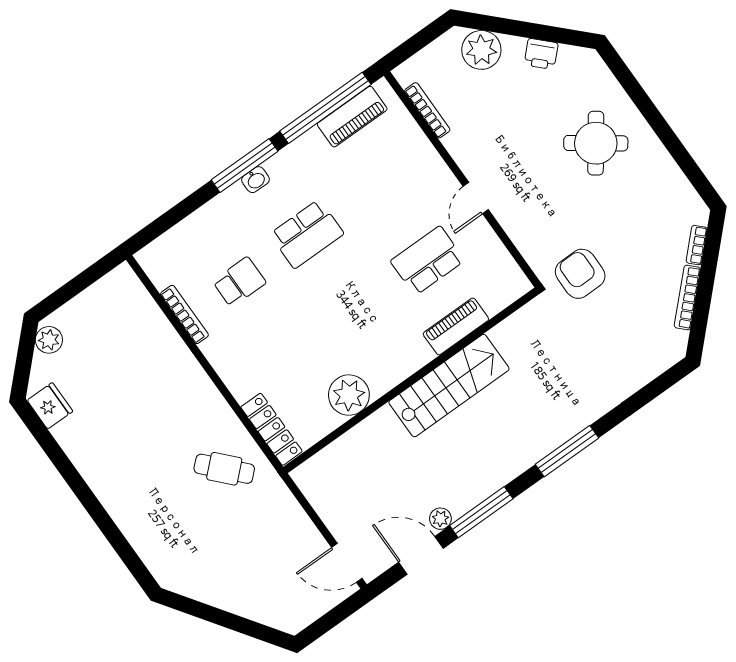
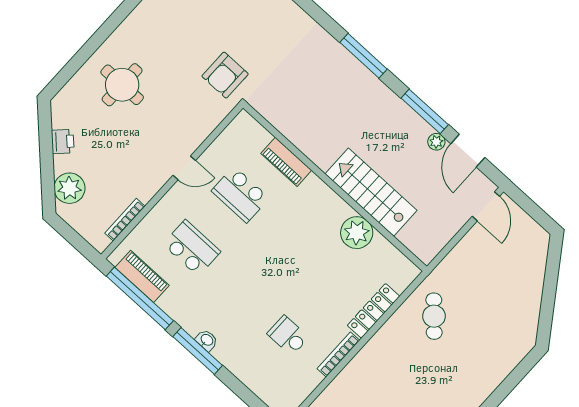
round table: (596, 143) -> (122, 85), turned -36
school desk: (307, 234) -> (192, 248), moved
bookcase: (184, 314) -> (338, 354), moved
stairs: (449, 386) -> (371, 192), moved
locker: (272, 429) -> (374, 311), moved

